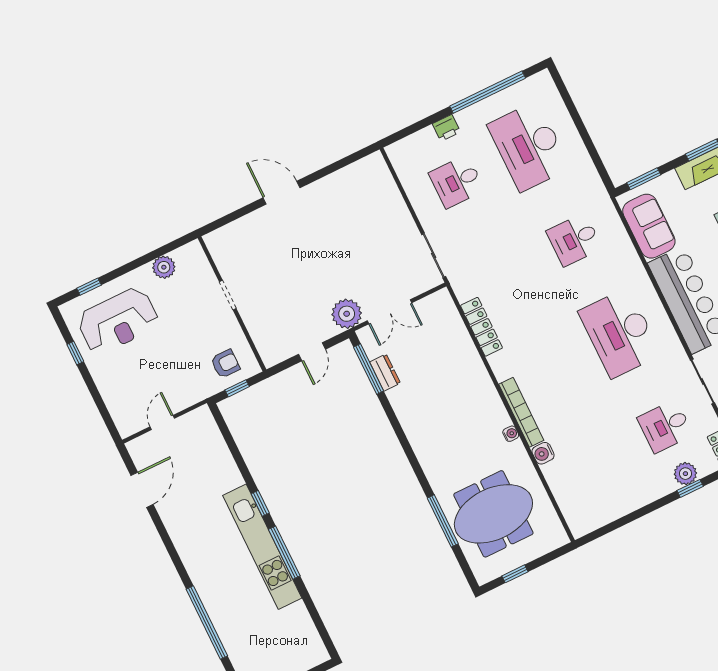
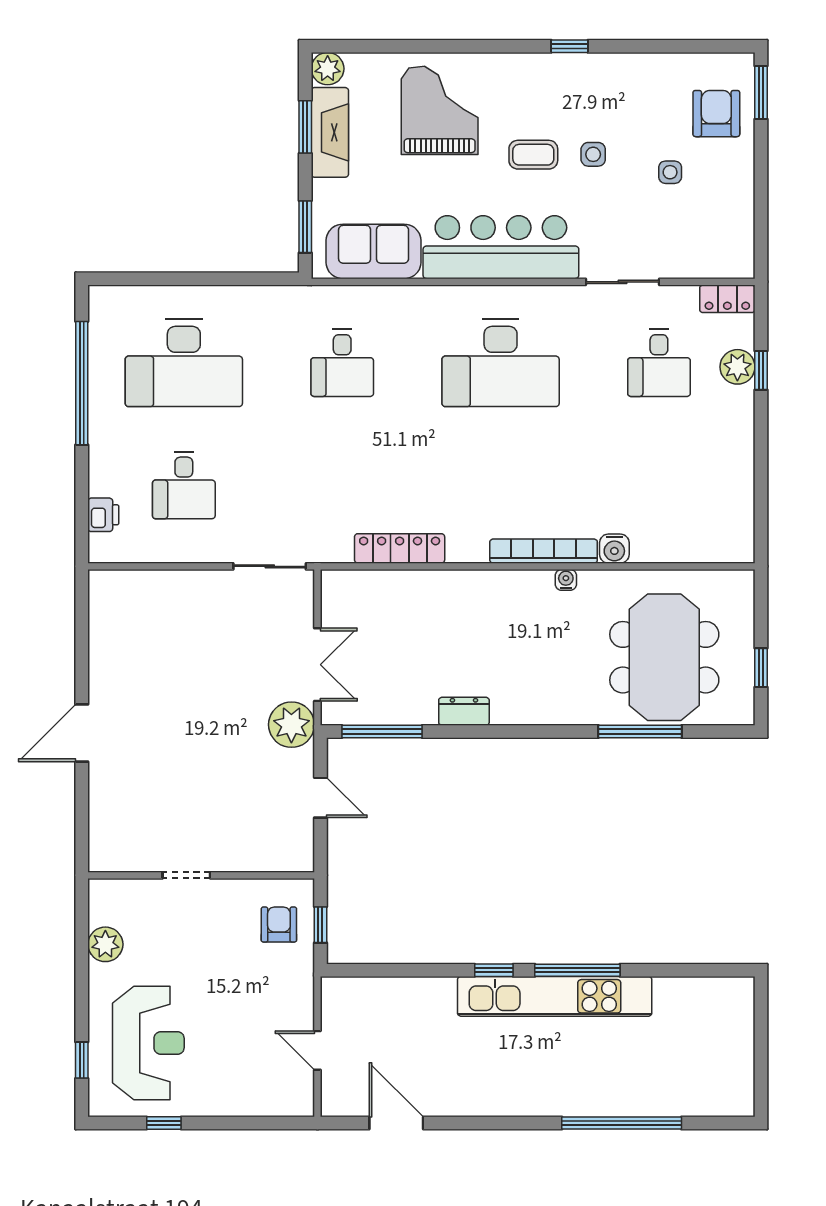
printer: (446, 128) -> (103, 515), moved
dresser: (385, 372) -> (464, 711), moved

